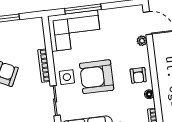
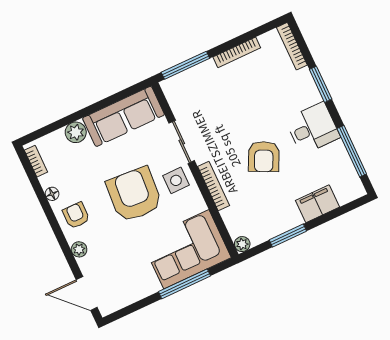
plant: (38, 22) -> (242, 244), added
plant: (142, 41) -> (79, 249), moved
armchair: (97, 77) -> (134, 195), turned -86

